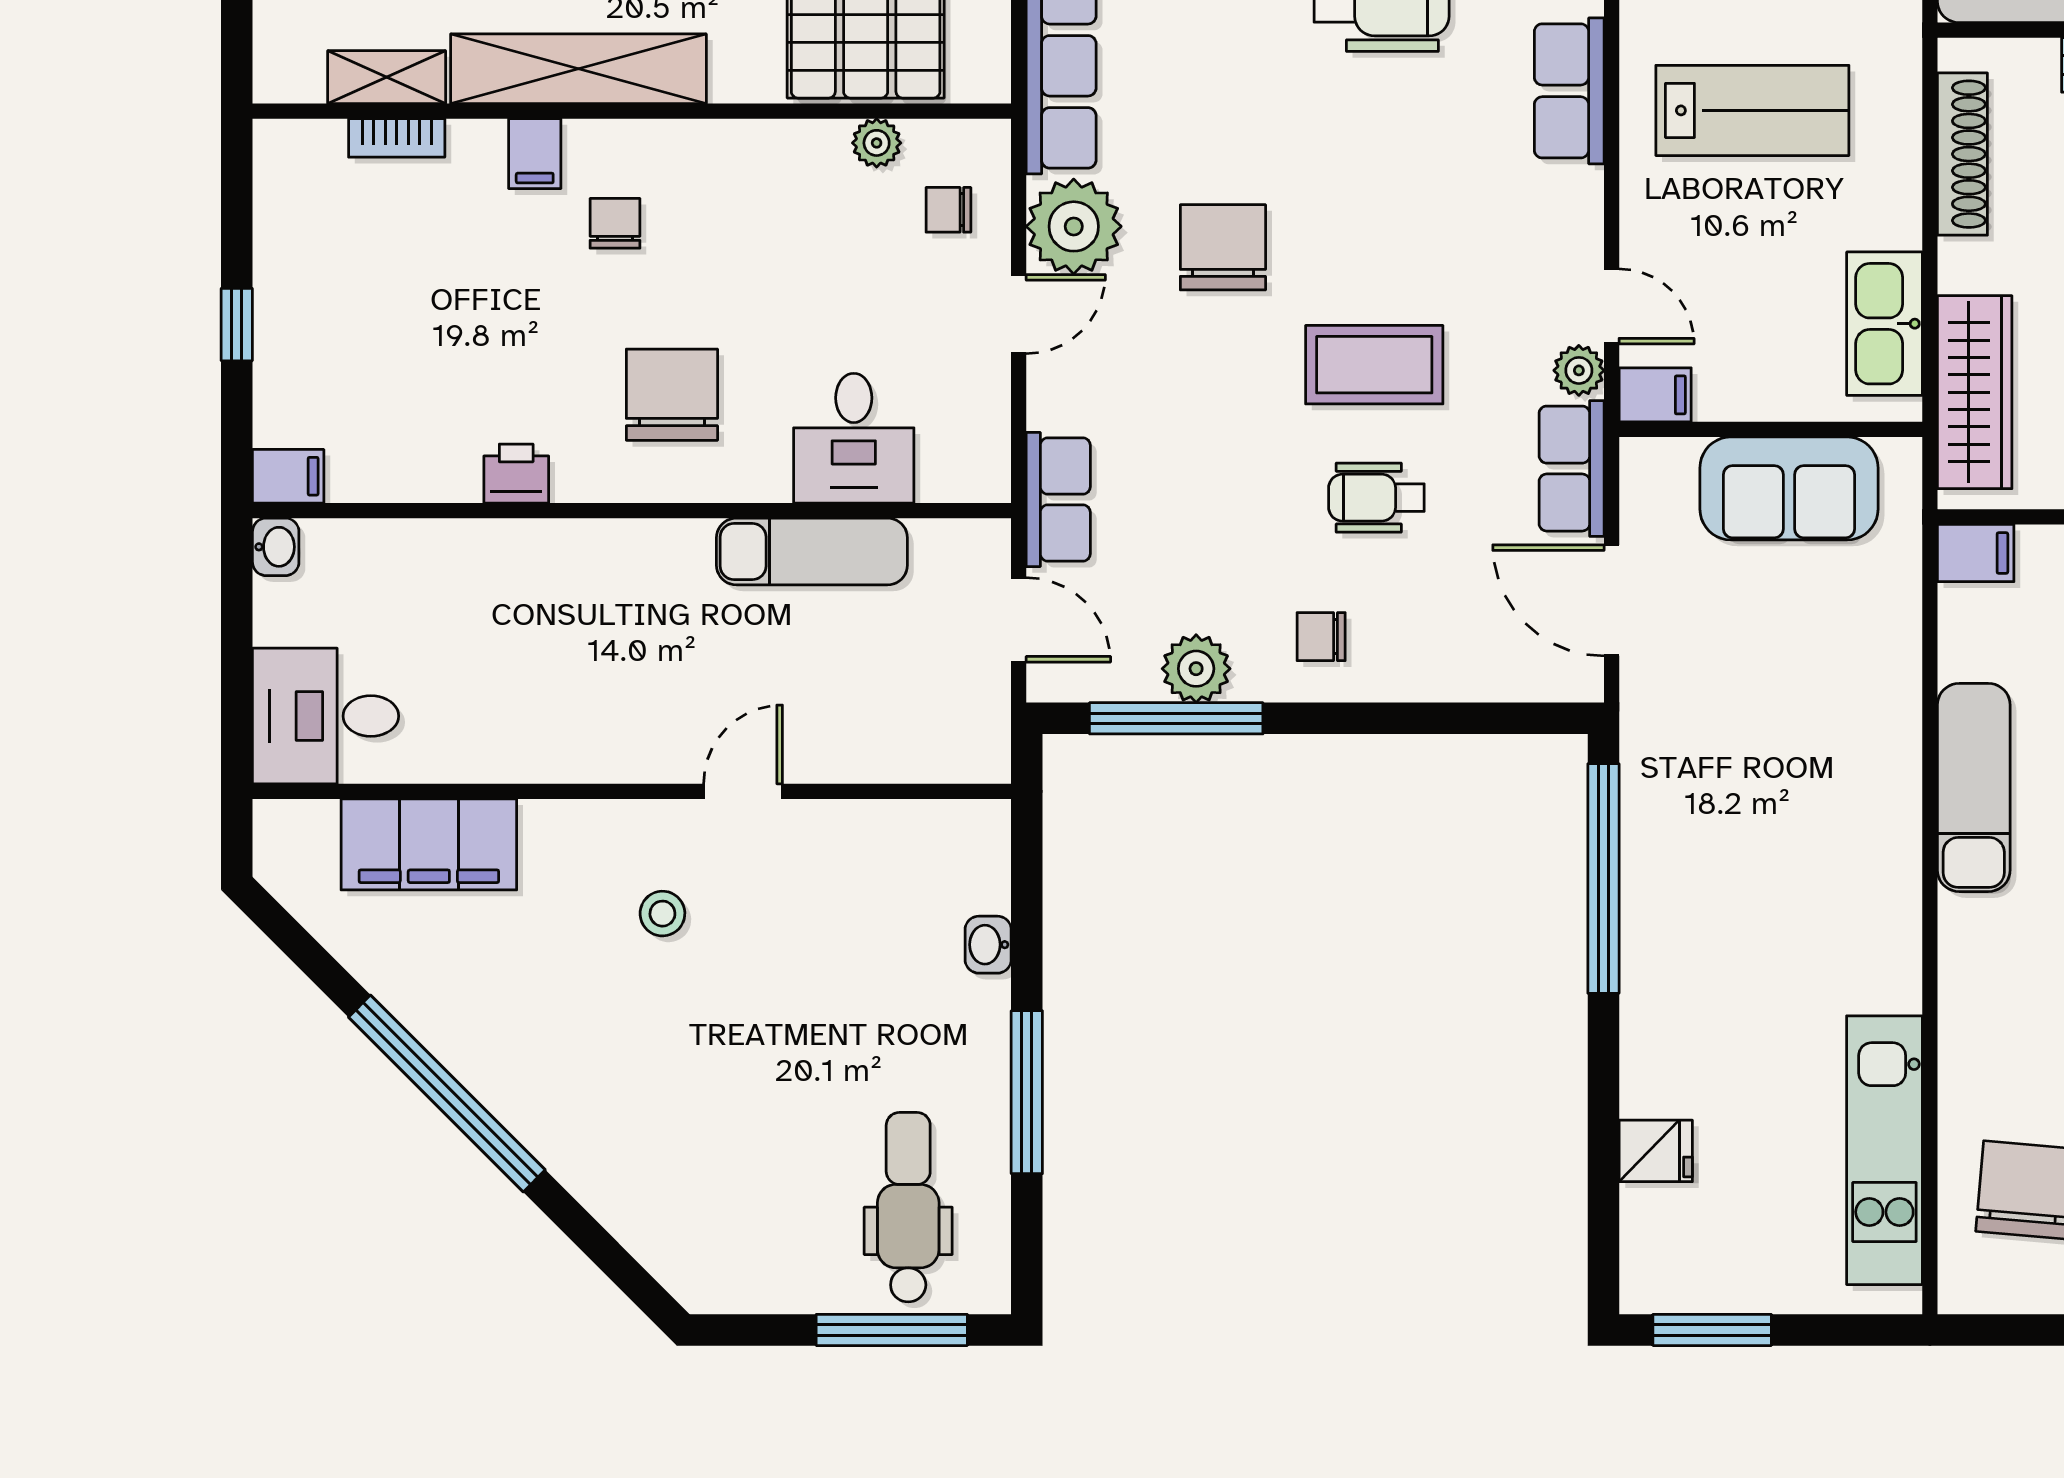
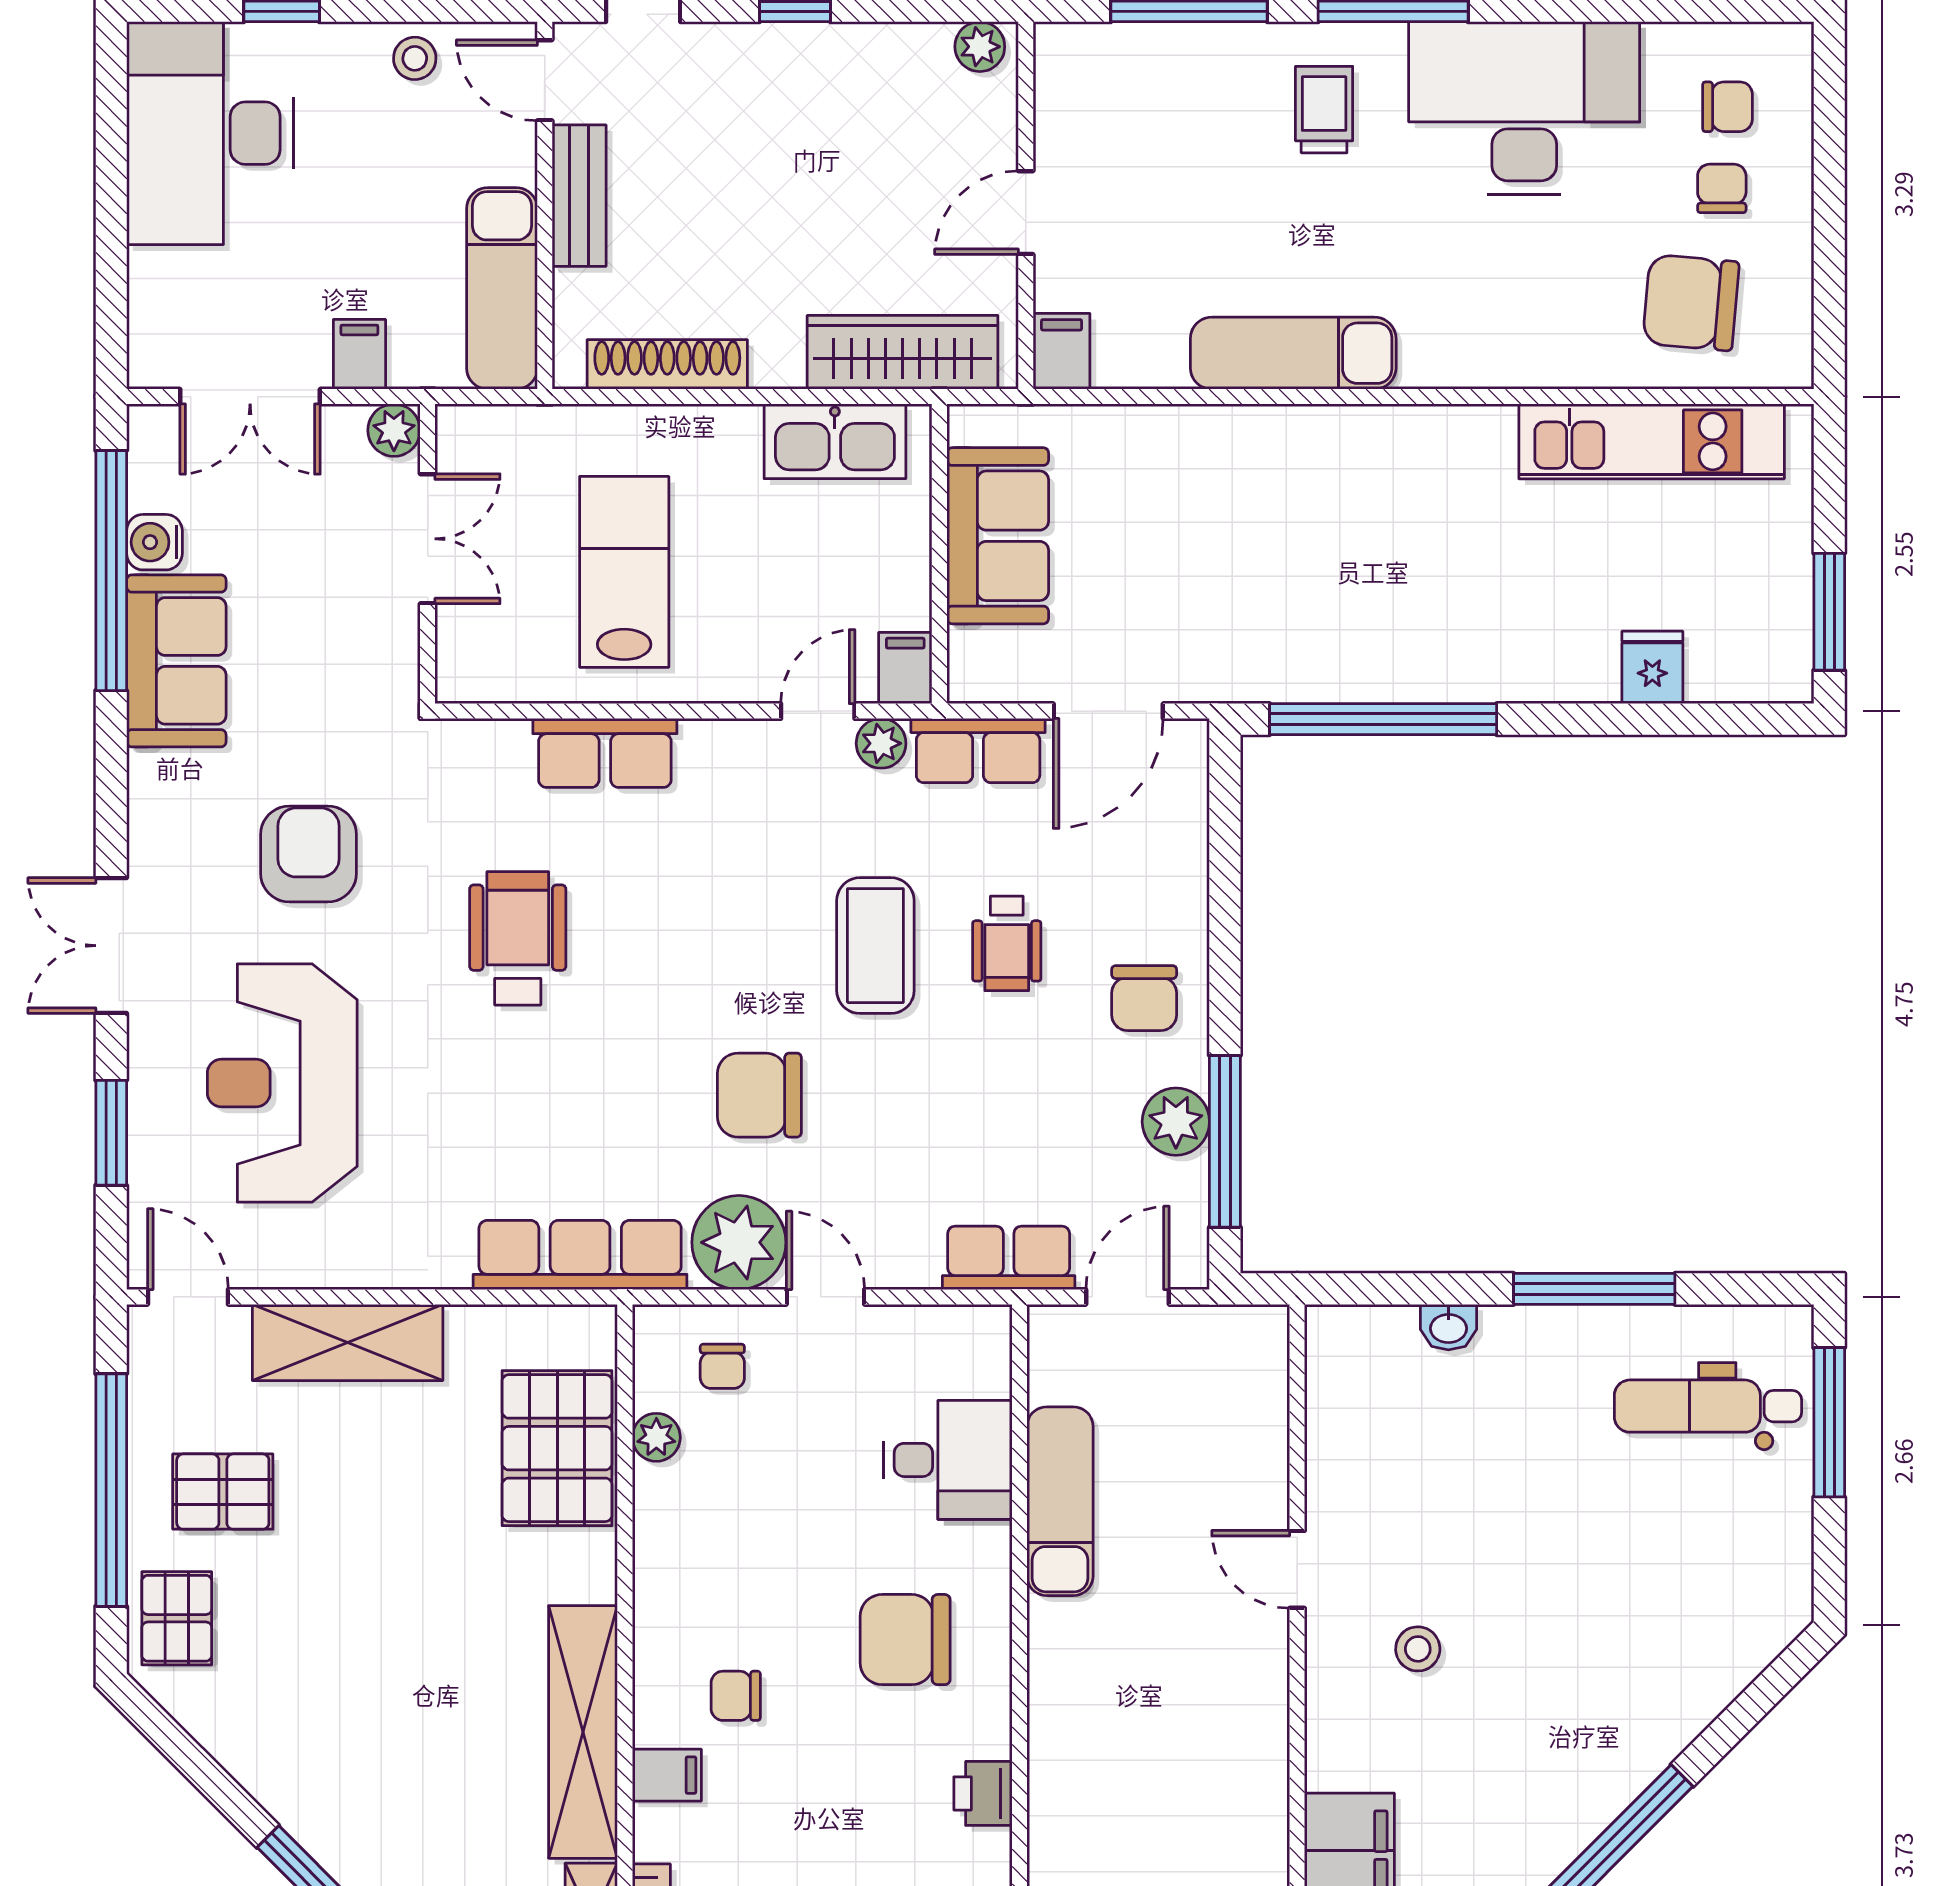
chair: (1321, 637) -> (1144, 998), width x1.37, depth x1.37

